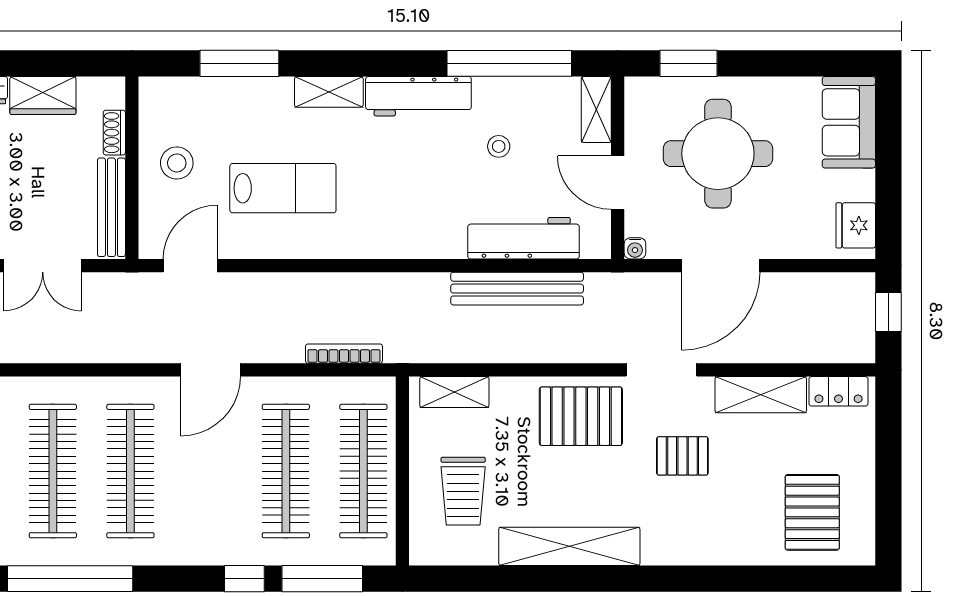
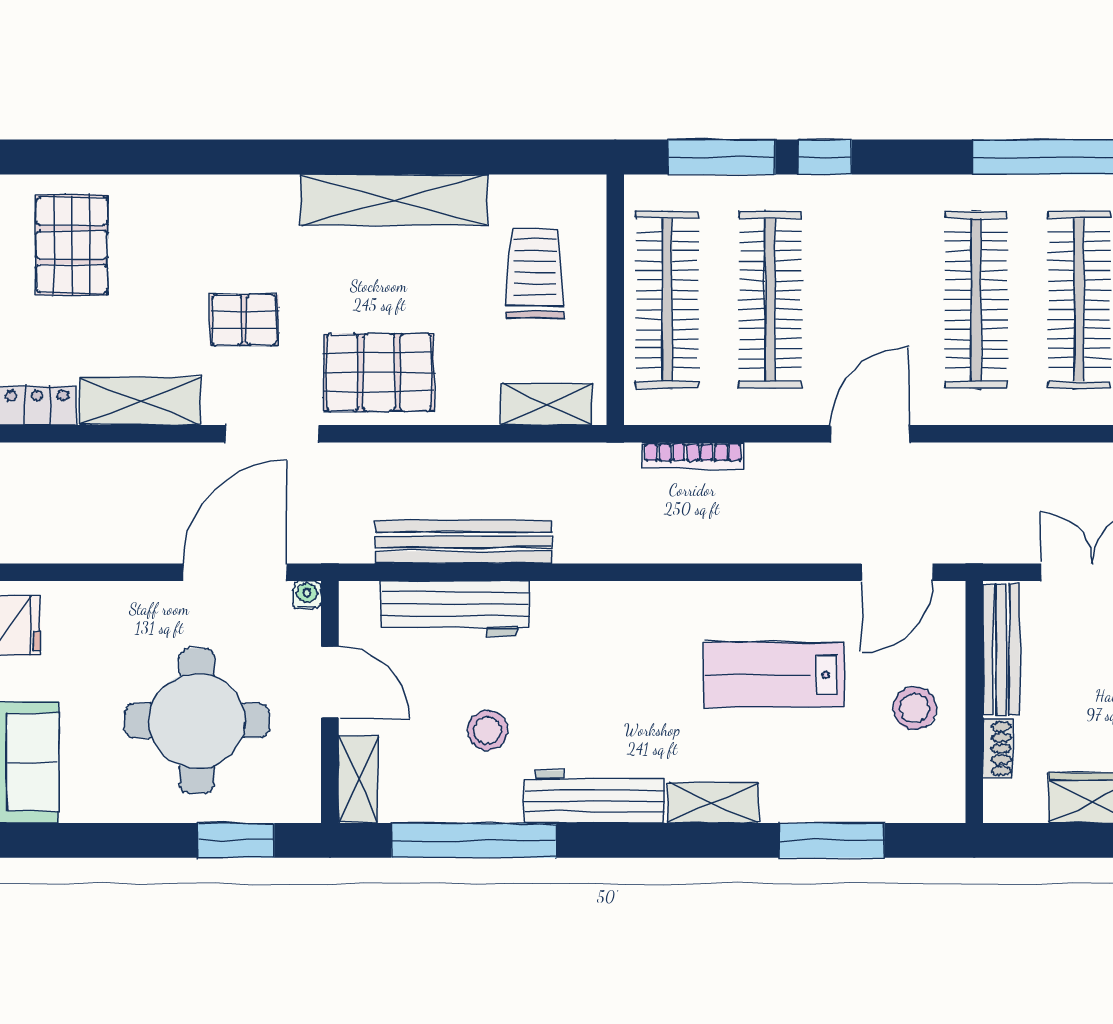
stool: (499, 146) -> (488, 730), width x1.37, depth x1.37
door: (721, 266) -> (235, 572), moved

